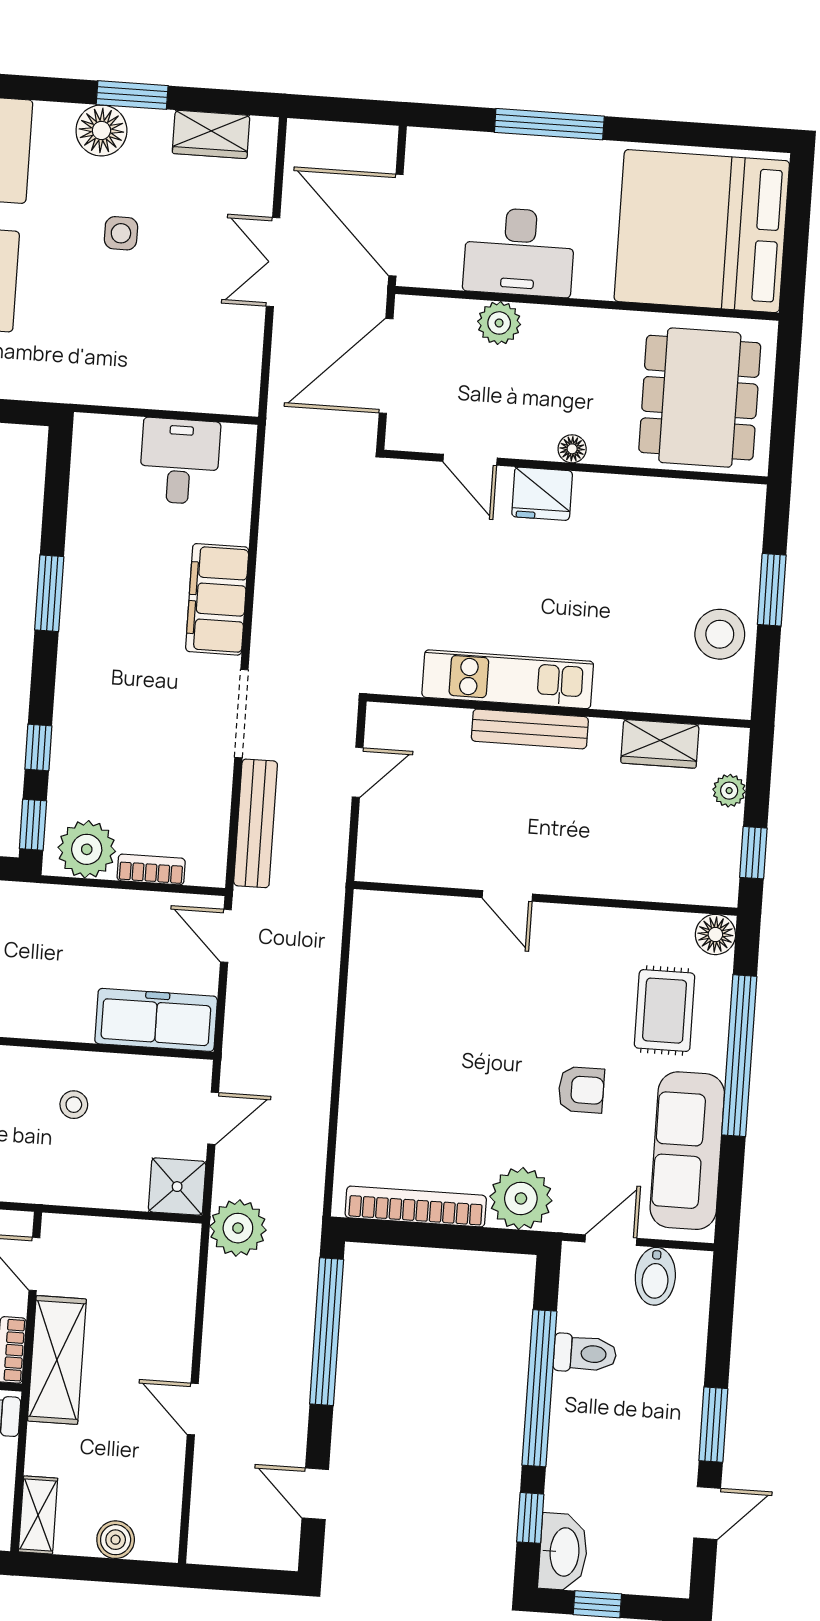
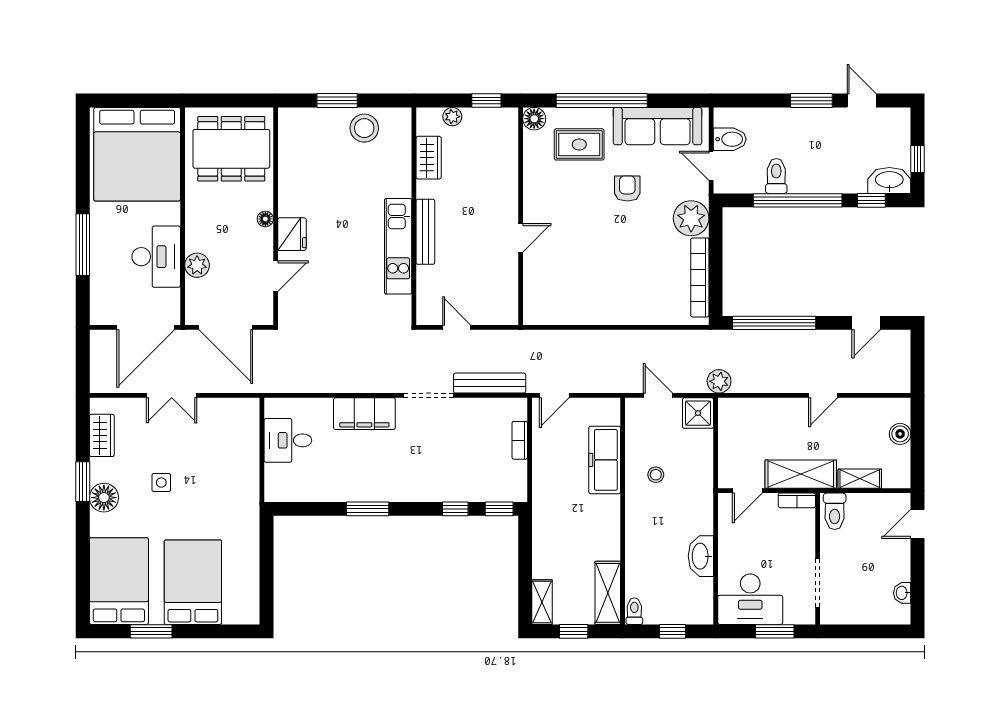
plant: (87, 849) -> (511, 478), removed
freezer: (156, 1020) -> (605, 460), moved
plant: (238, 1228) -> (719, 381), width x0.73, depth x0.73
shelving: (38, 1515) -> (860, 479), moved

